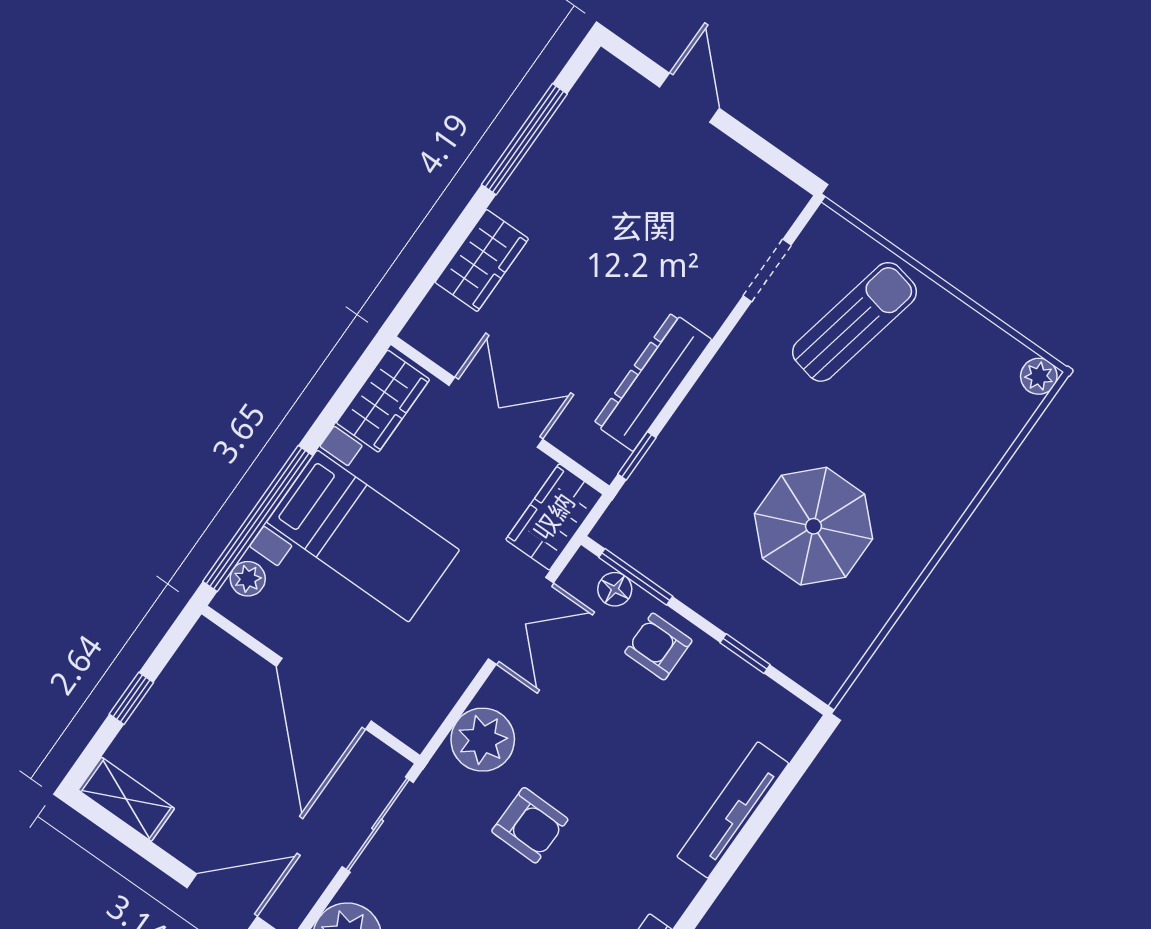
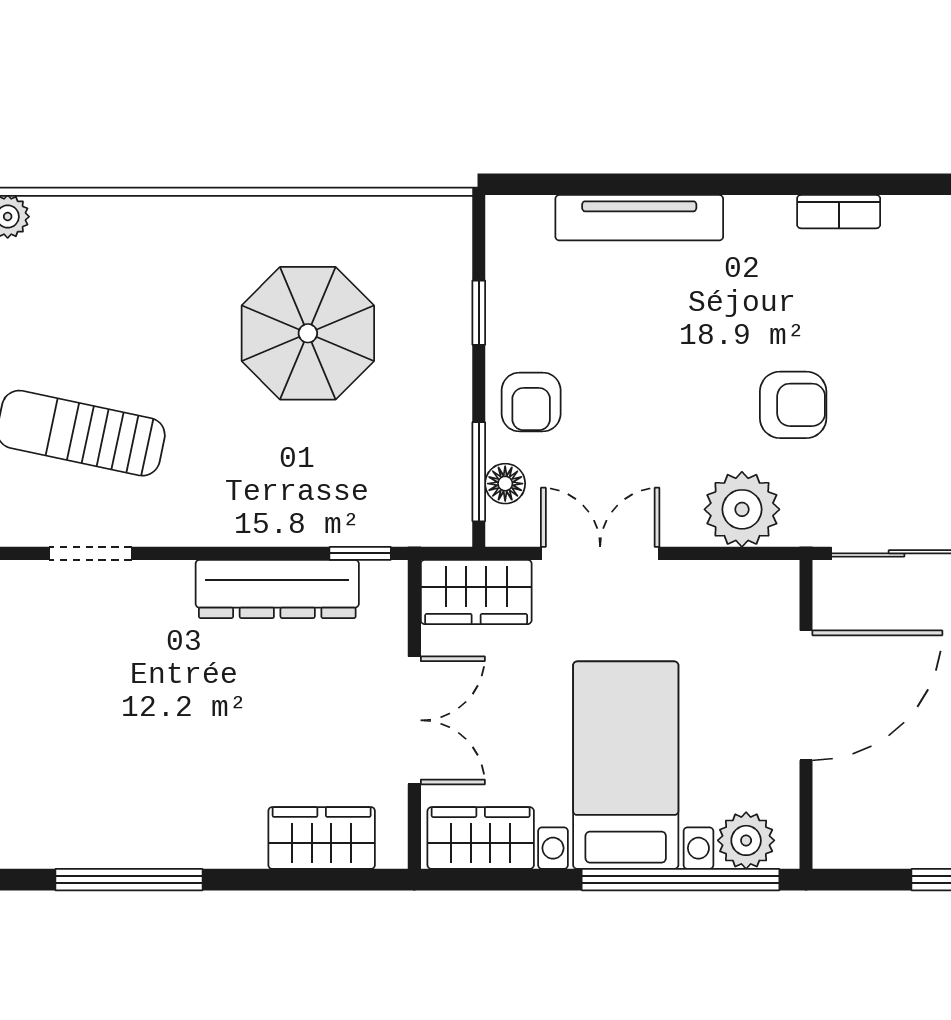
wardrobe: (482, 261) -> (322, 838), moved
double door: (496, 412) -> (414, 720), swing flipped
plant: (248, 579) -> (746, 840), width x1.38, depth x1.38
armchair: (530, 825) -> (793, 405), turned 89

